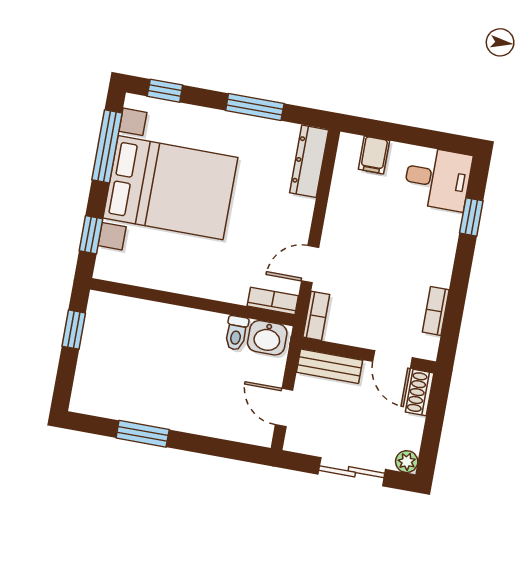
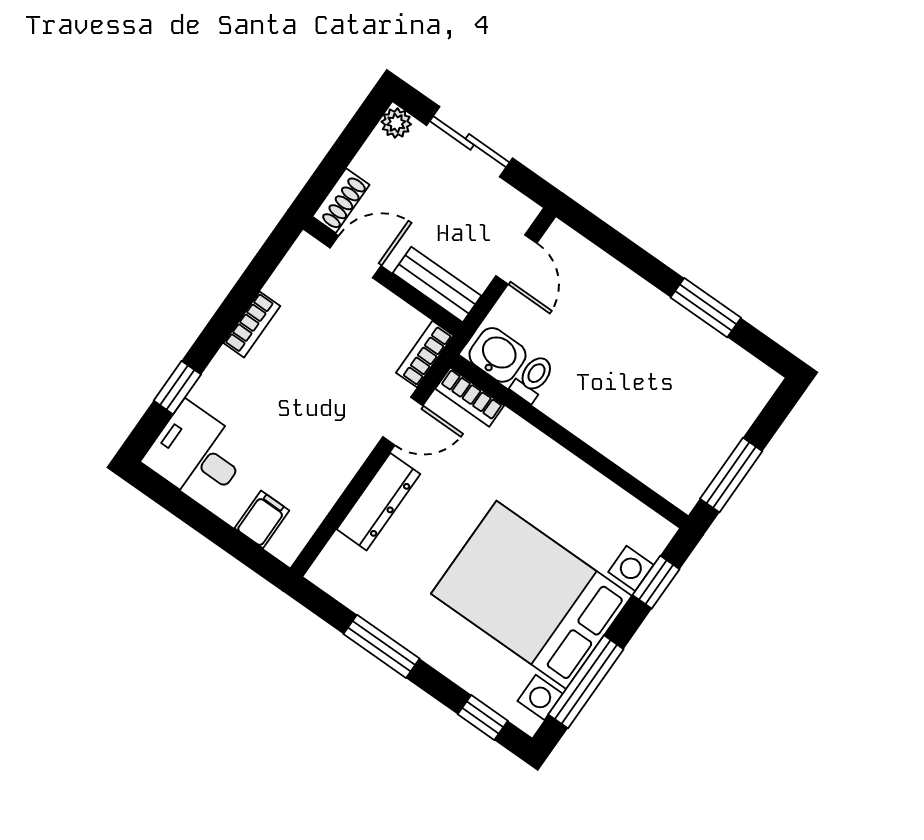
dresser: (309, 161) -> (378, 502), moved
bookcase: (436, 311) -> (252, 324), moved
window: (74, 330) -> (731, 475), width x1.50
door: (392, 359) -> (356, 257), hinge flipped

